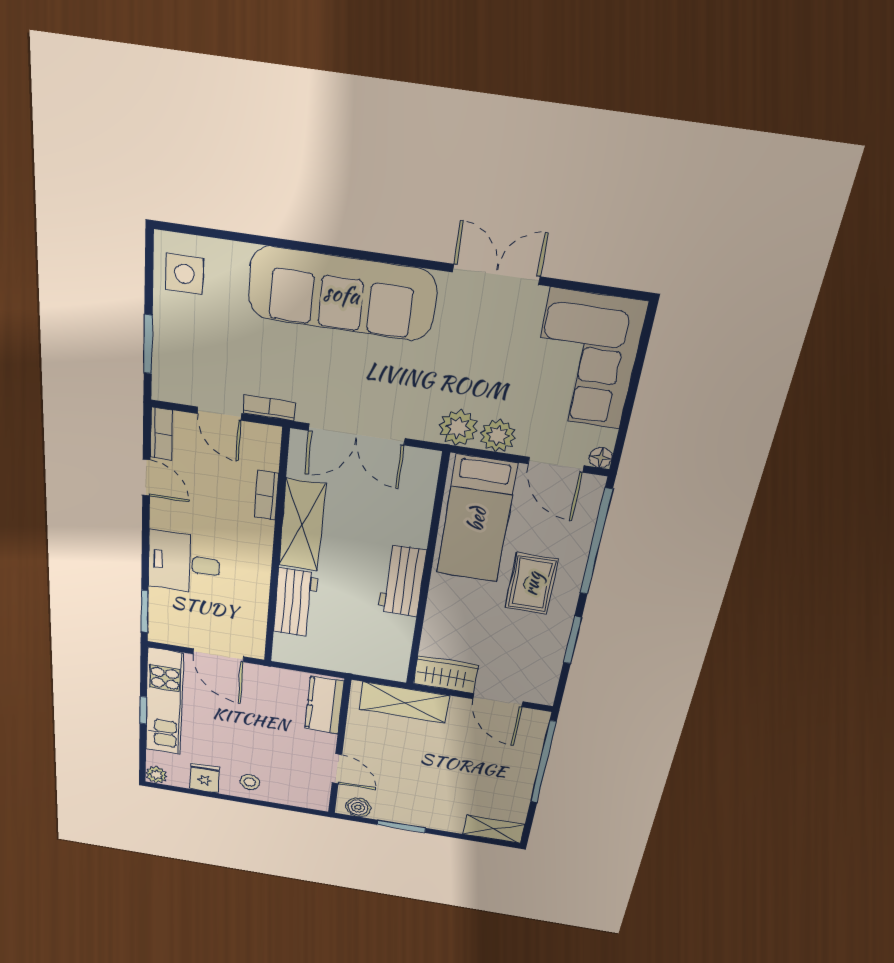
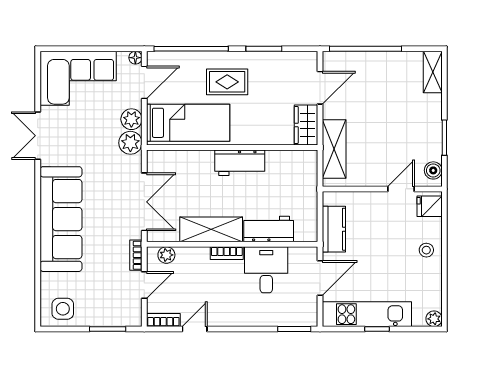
plant: (266, 454) -> (166, 255), added
bookcase: (266, 495) -> (227, 253), moved
desk: (184, 563) -> (266, 270), moved, turned 180
kitchen counter: (324, 705) -> (334, 229), moved, turned -90
fridge: (205, 778) -> (430, 206), moved

